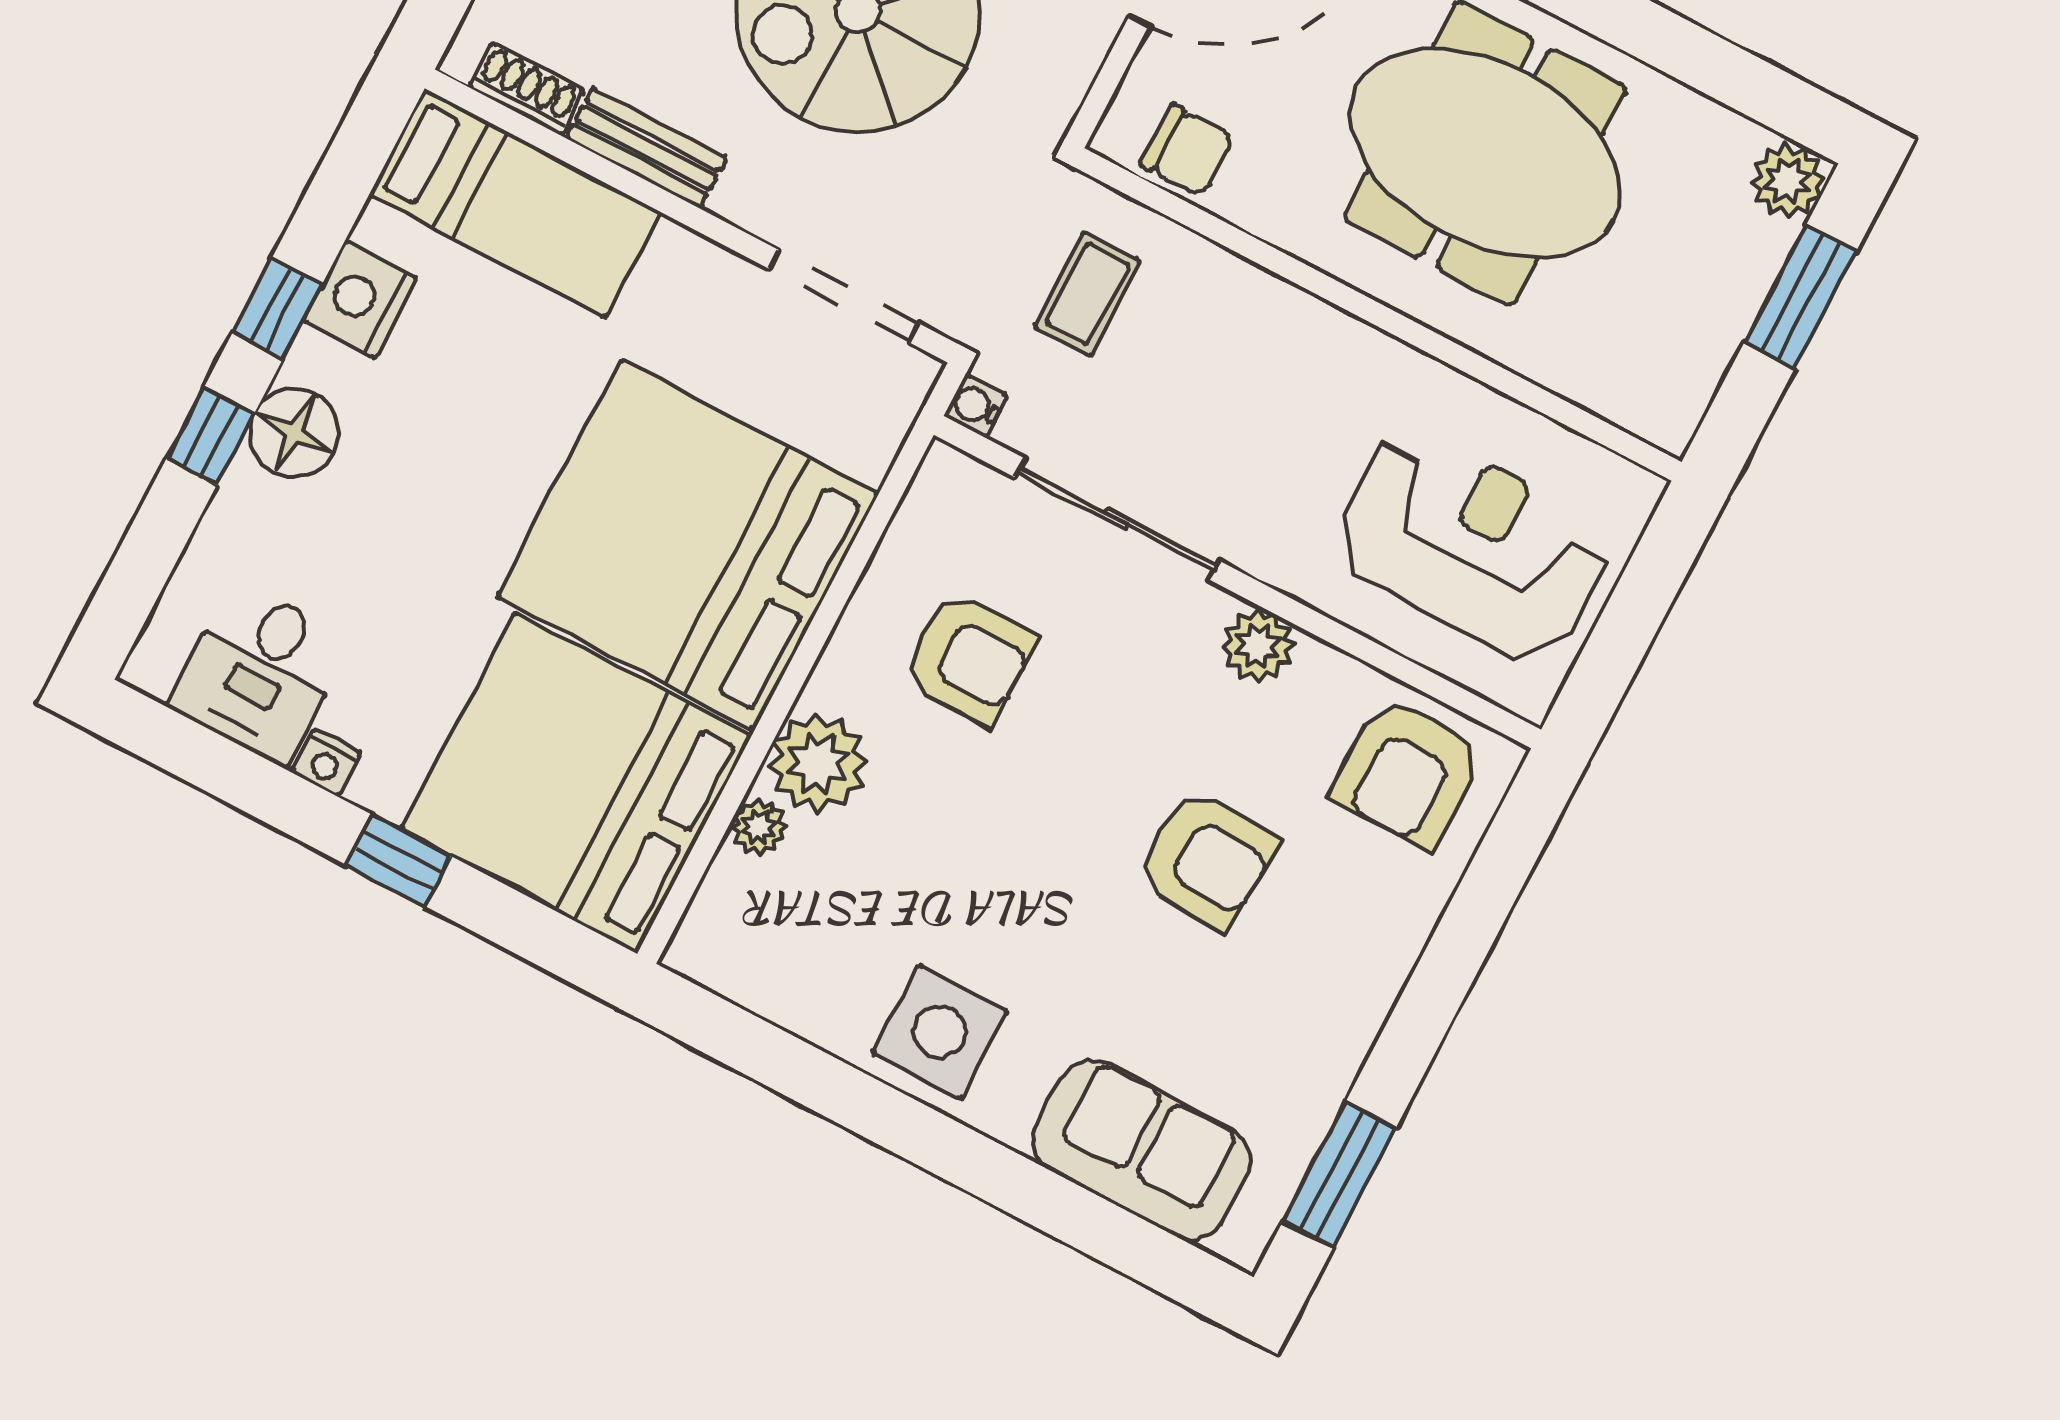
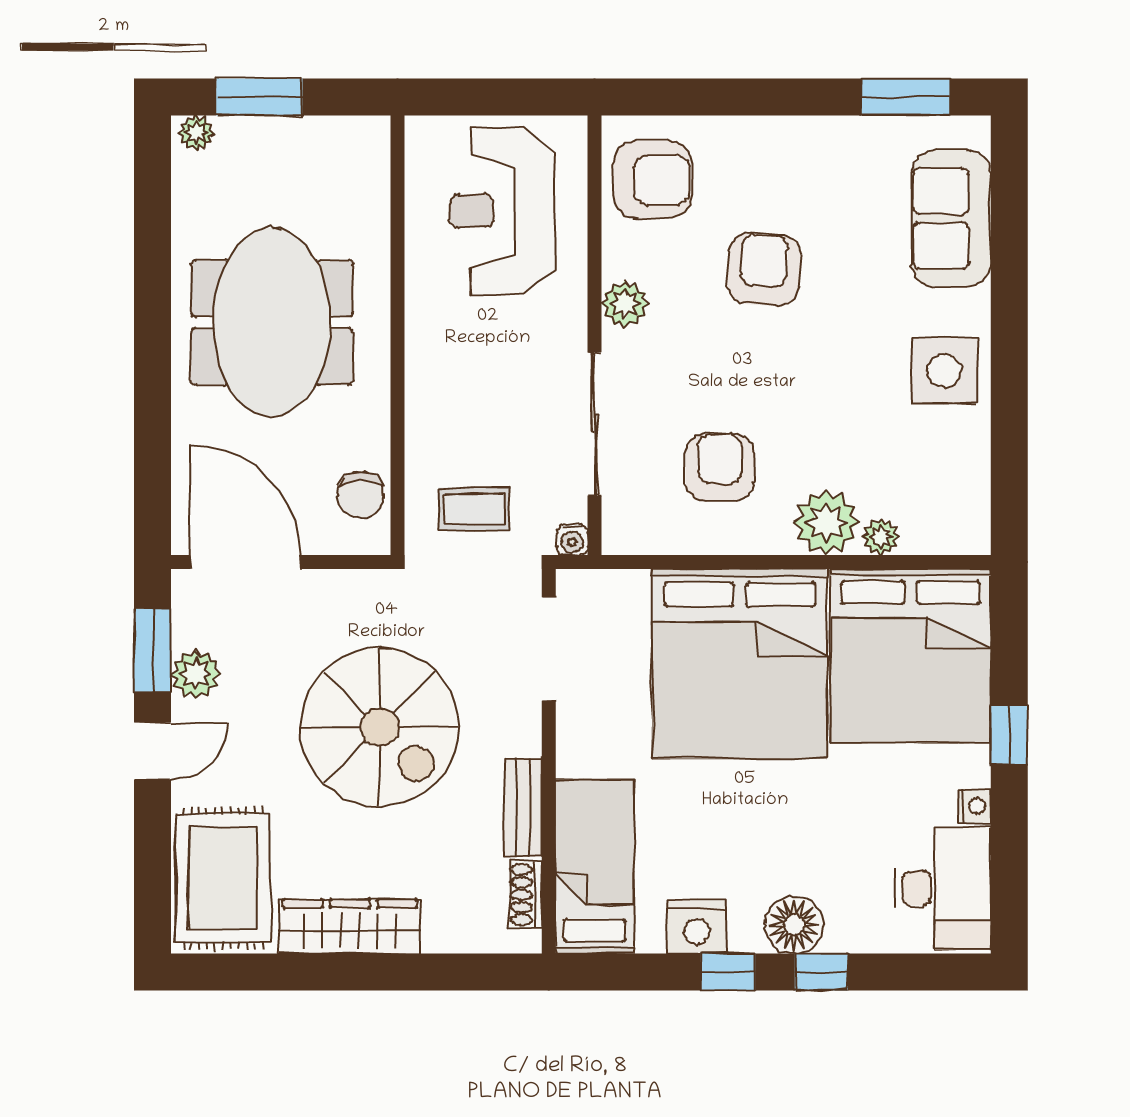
chair: (1187, 151) -> (361, 495), turned 180
plant: (1788, 181) -> (196, 133), width x0.73, depth x0.73
desk: (260, 673) -> (943, 888), width x1.37

